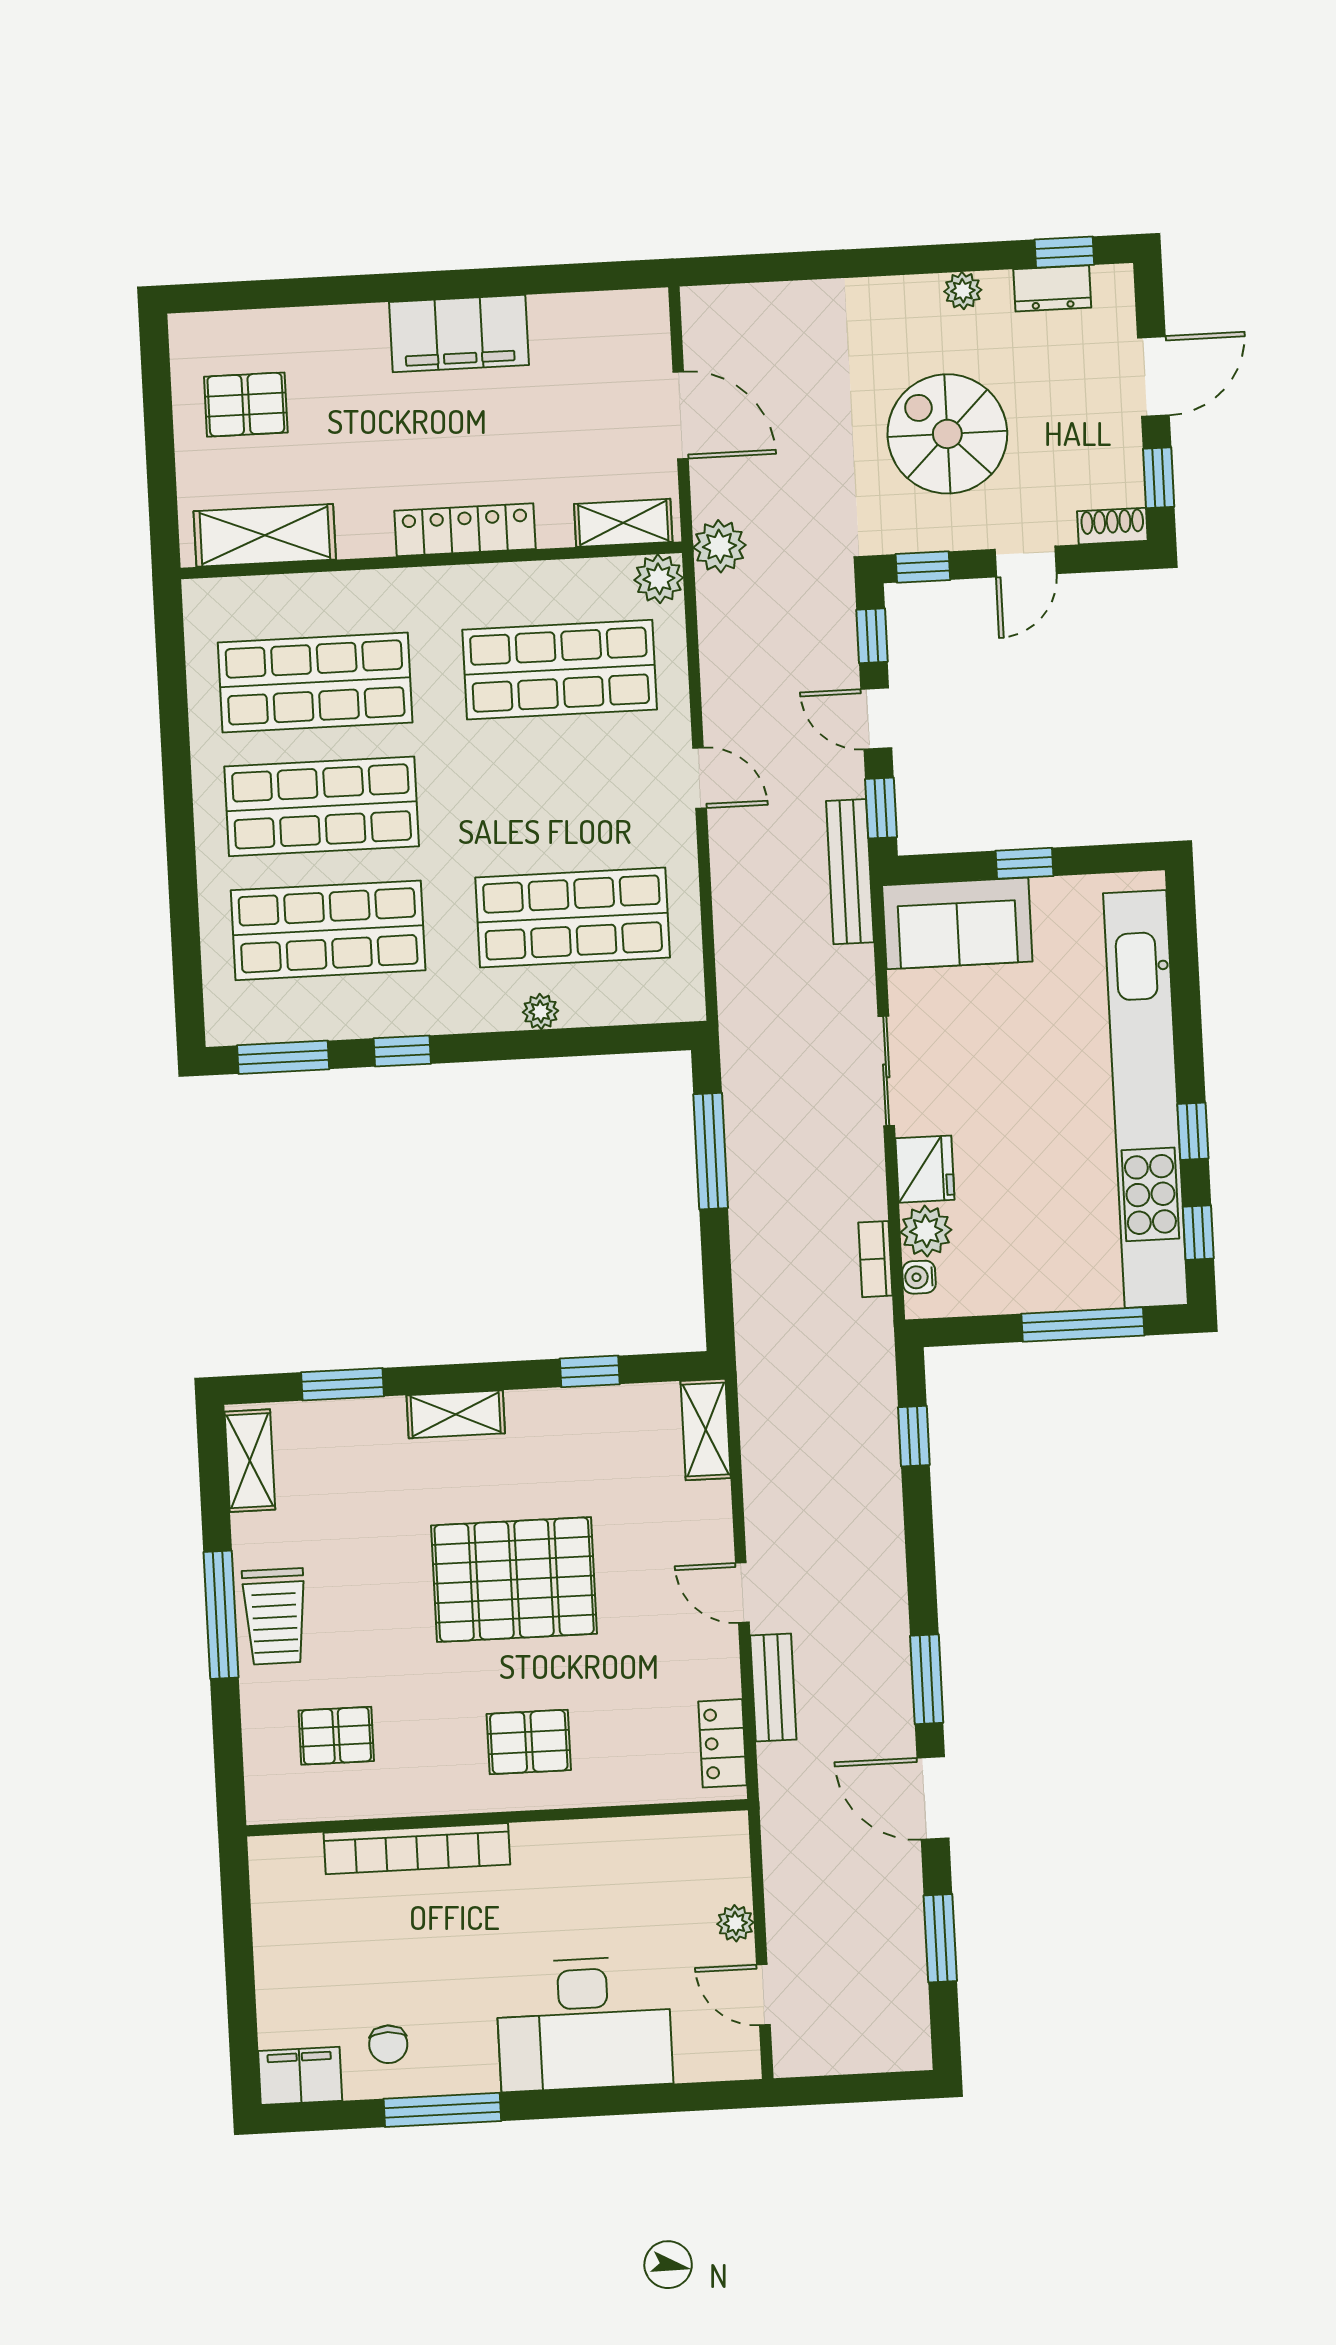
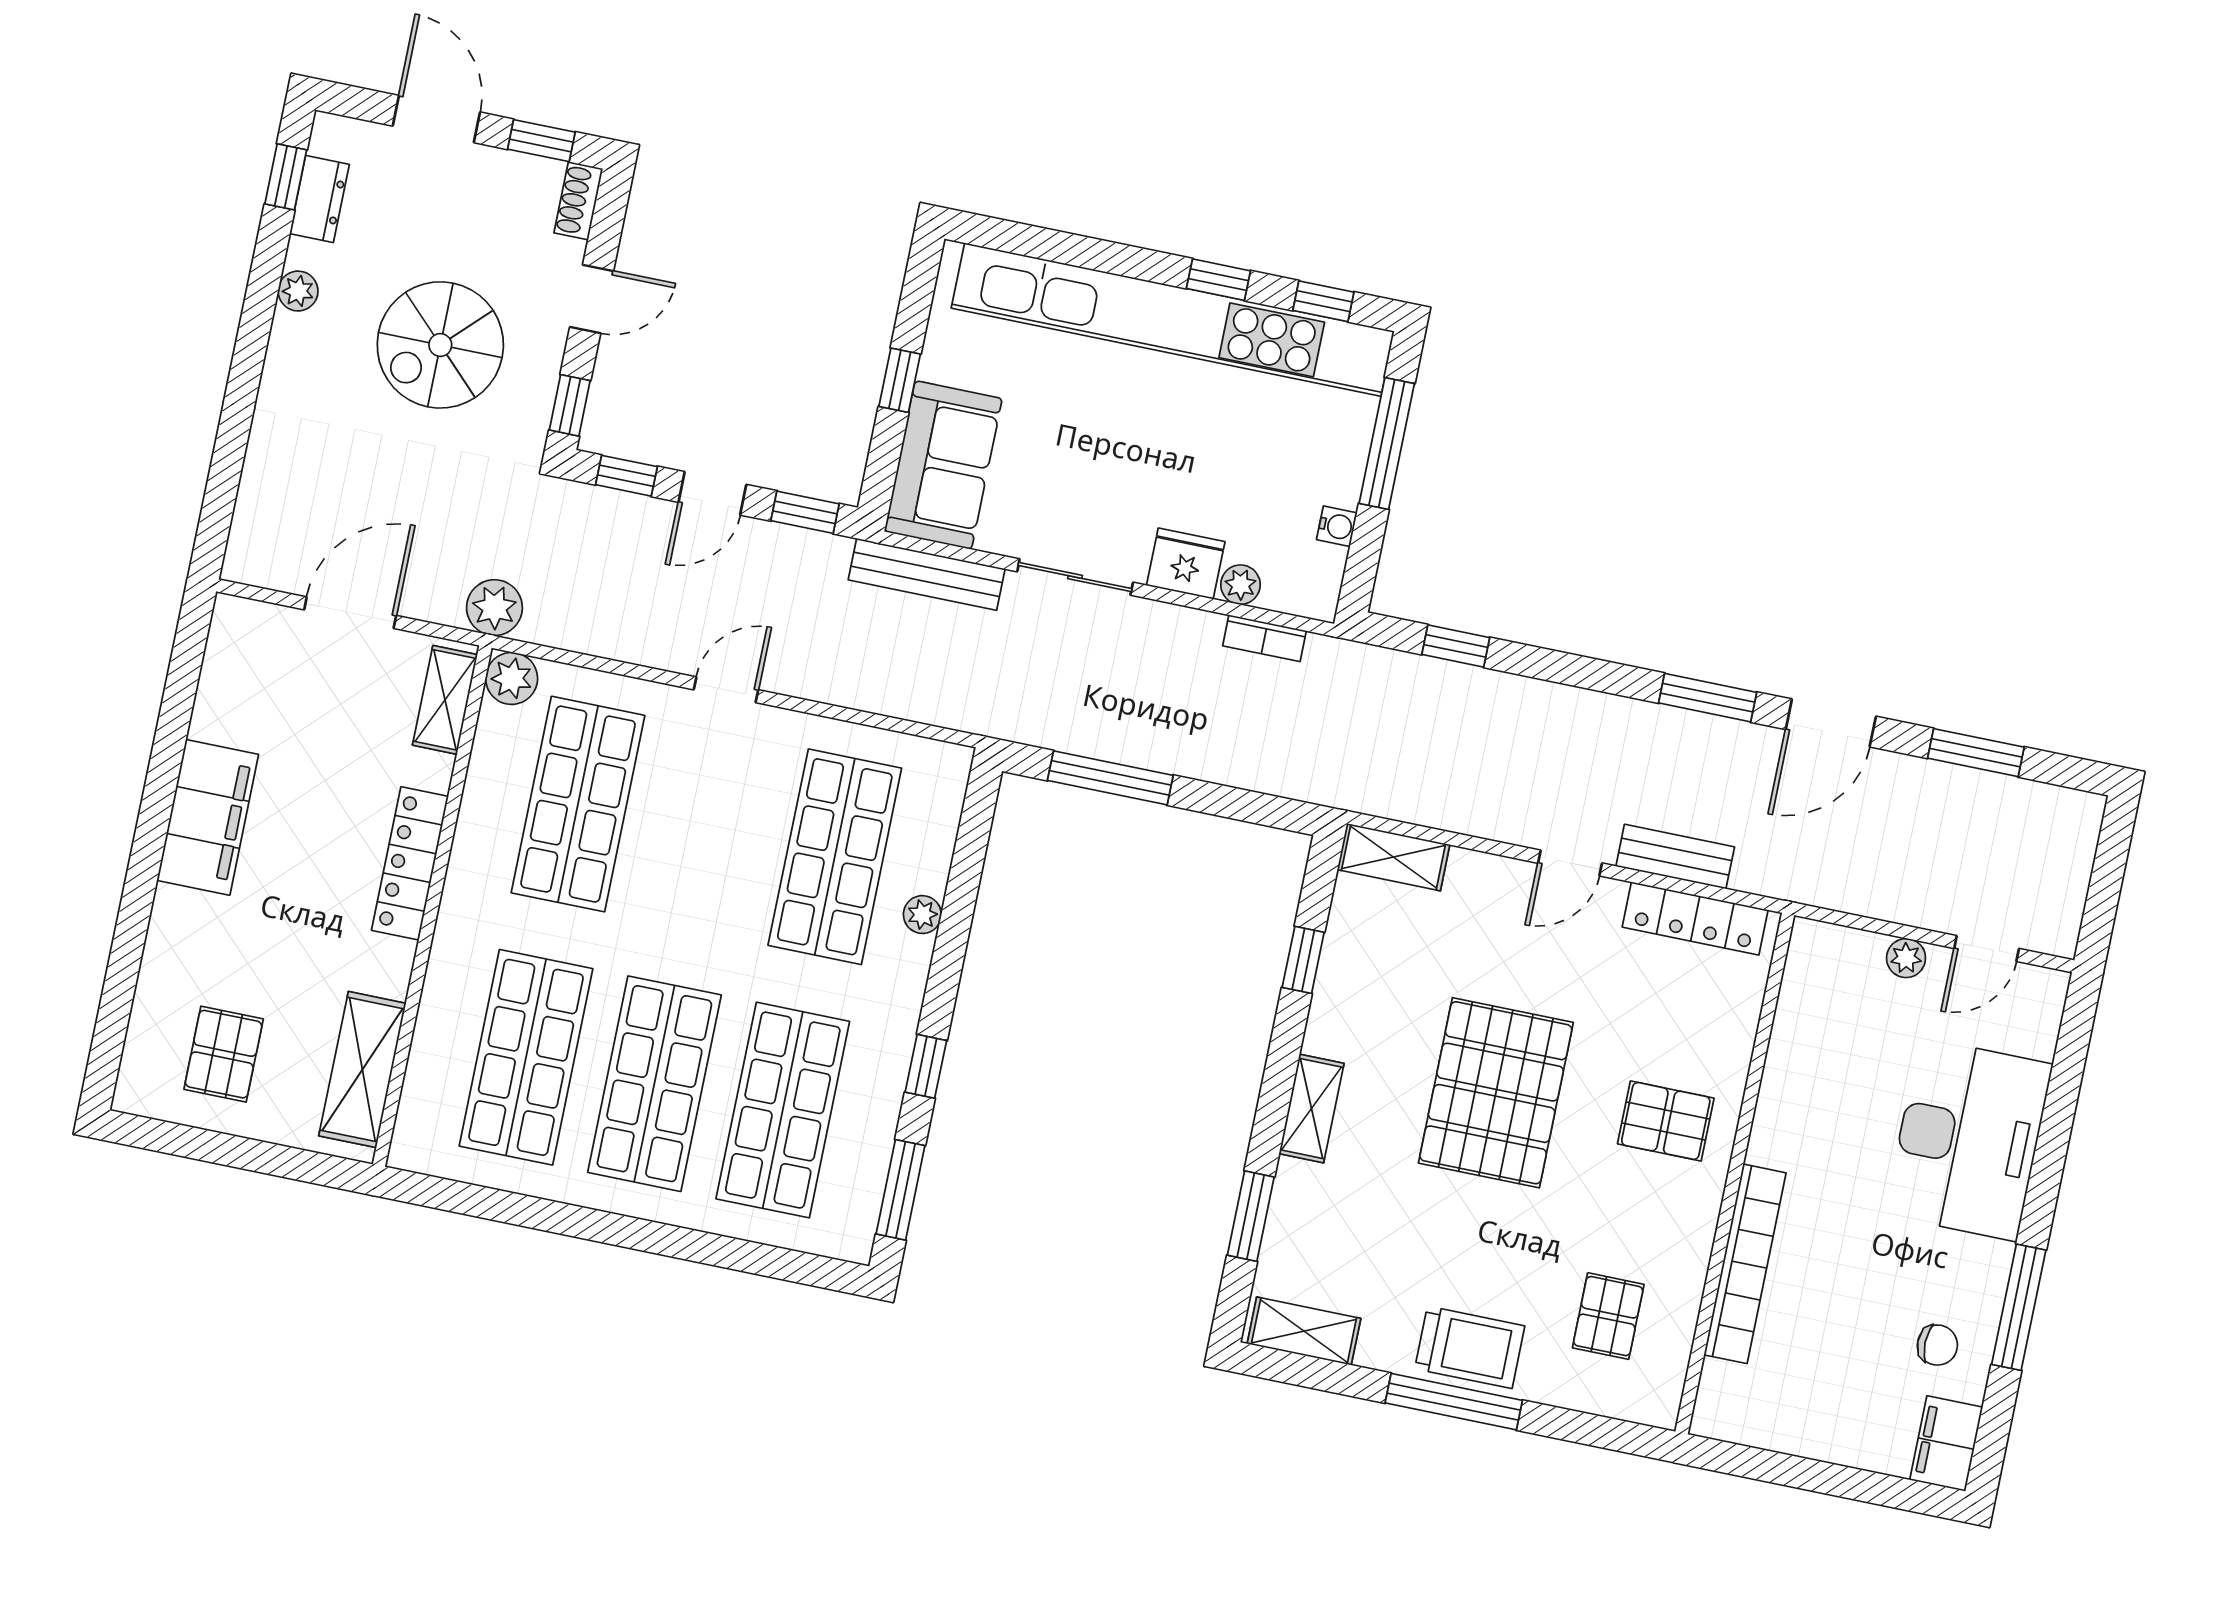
door: (1026, 562) -> (592, 299), hinge flipped
bench: (850, 872) -> (927, 574), moved
plant: (926, 1231) -> (1240, 585), width x0.73, depth x0.73
water cooler: (919, 1277) -> (1337, 526), moved, turned -90
pallet: (529, 1742) -> (1666, 1121), turned 90
locker: (723, 1743) -> (1695, 918), width x1.53

